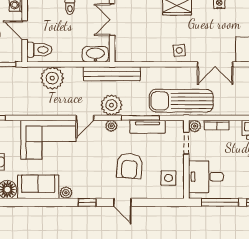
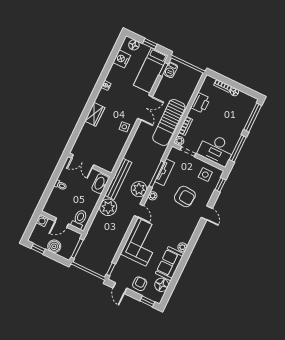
plant: (52, 78) -> (108, 207), moved
sun lounger: (181, 101) -> (169, 122), moved
desk: (206, 177) -> (216, 149), width x1.37
window: (87, 202) -> (220, 185), moved
door: (122, 202) -> (207, 213), hinge flipped

